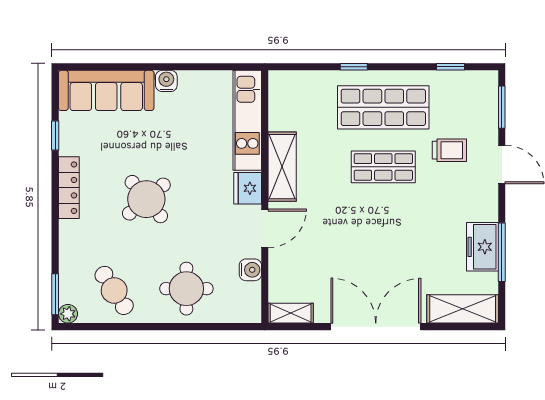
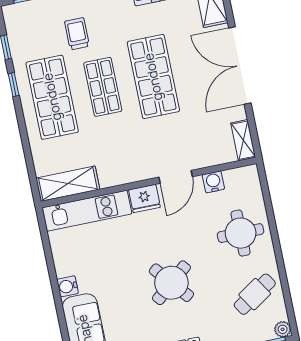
window: (354, 67) -> (14, 85), moved
shelving: (282, 167) -> (68, 184), moved
shop shelf: (383, 226) -> (153, 77), added
door: (265, 228) -> (176, 177), swing flipped

